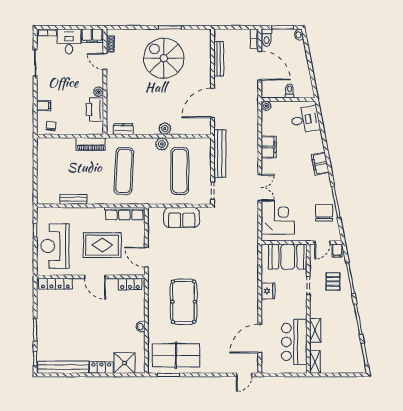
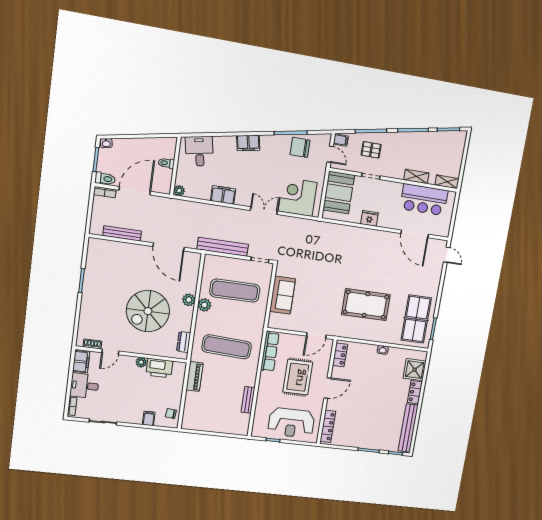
spiral stairs: (164, 58) -> (148, 311), moved

